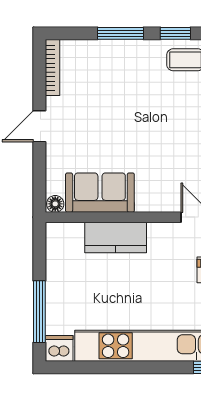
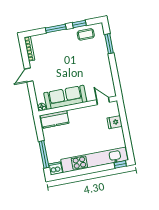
sofa: (100, 193) -> (65, 97), width x1.36
kitchen counter: (116, 237) -> (55, 119), moved

